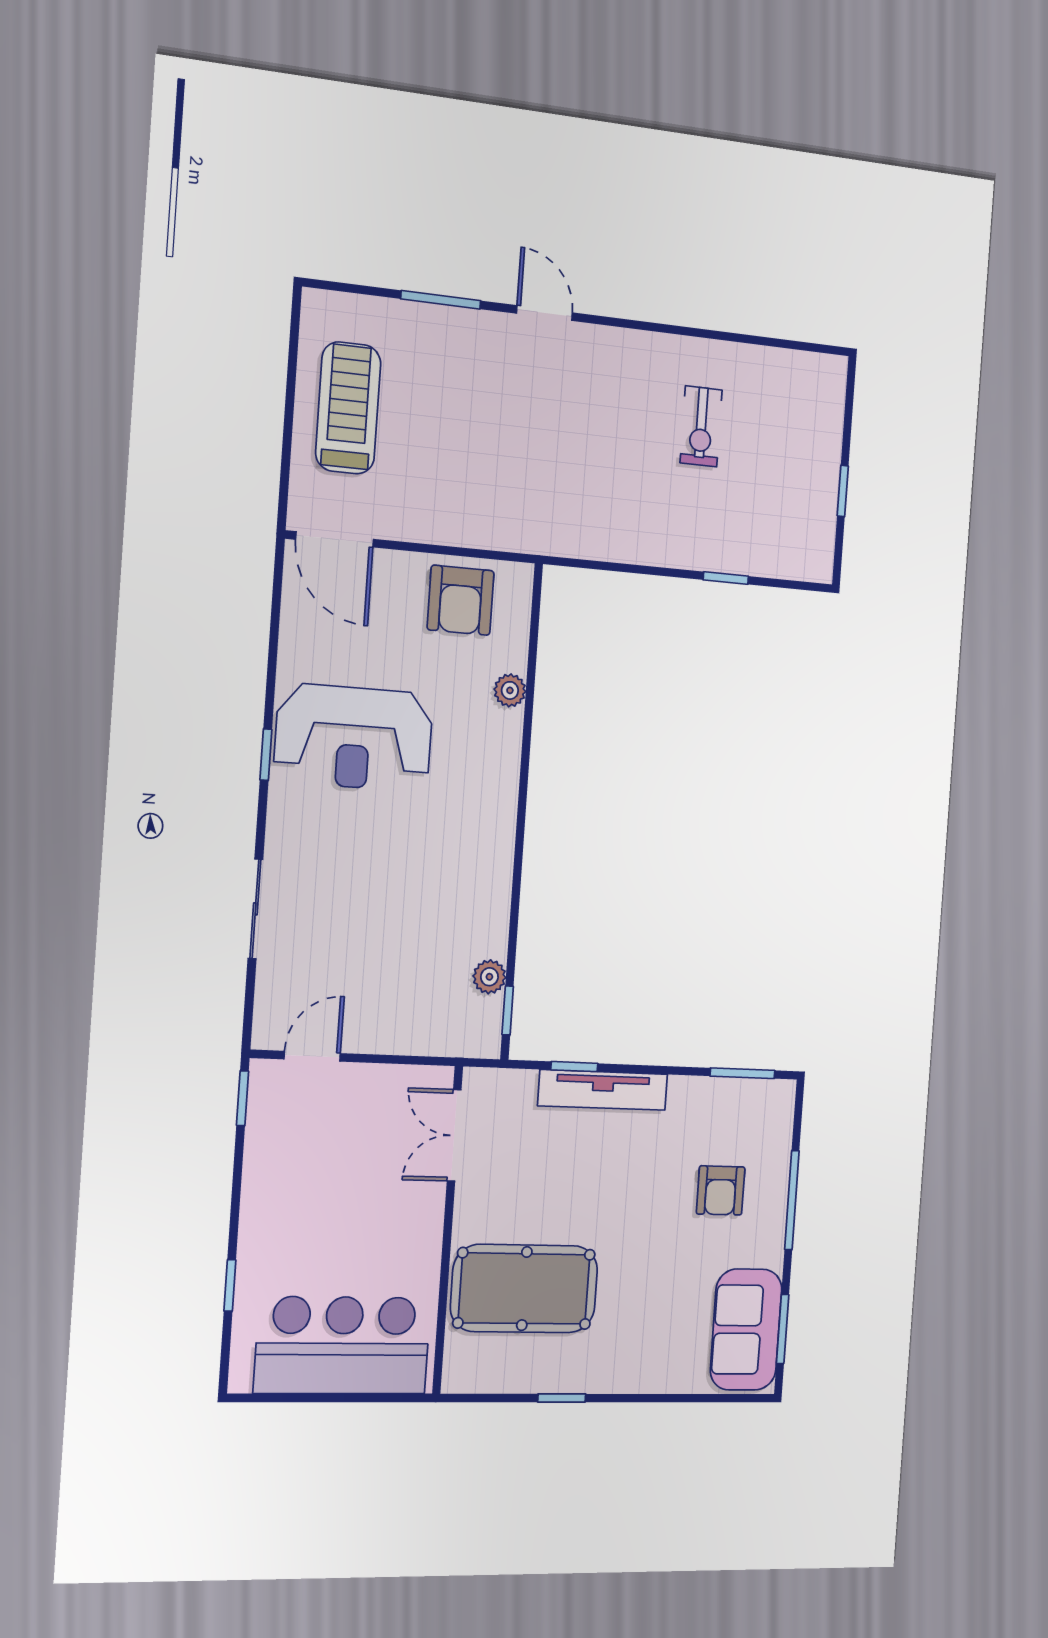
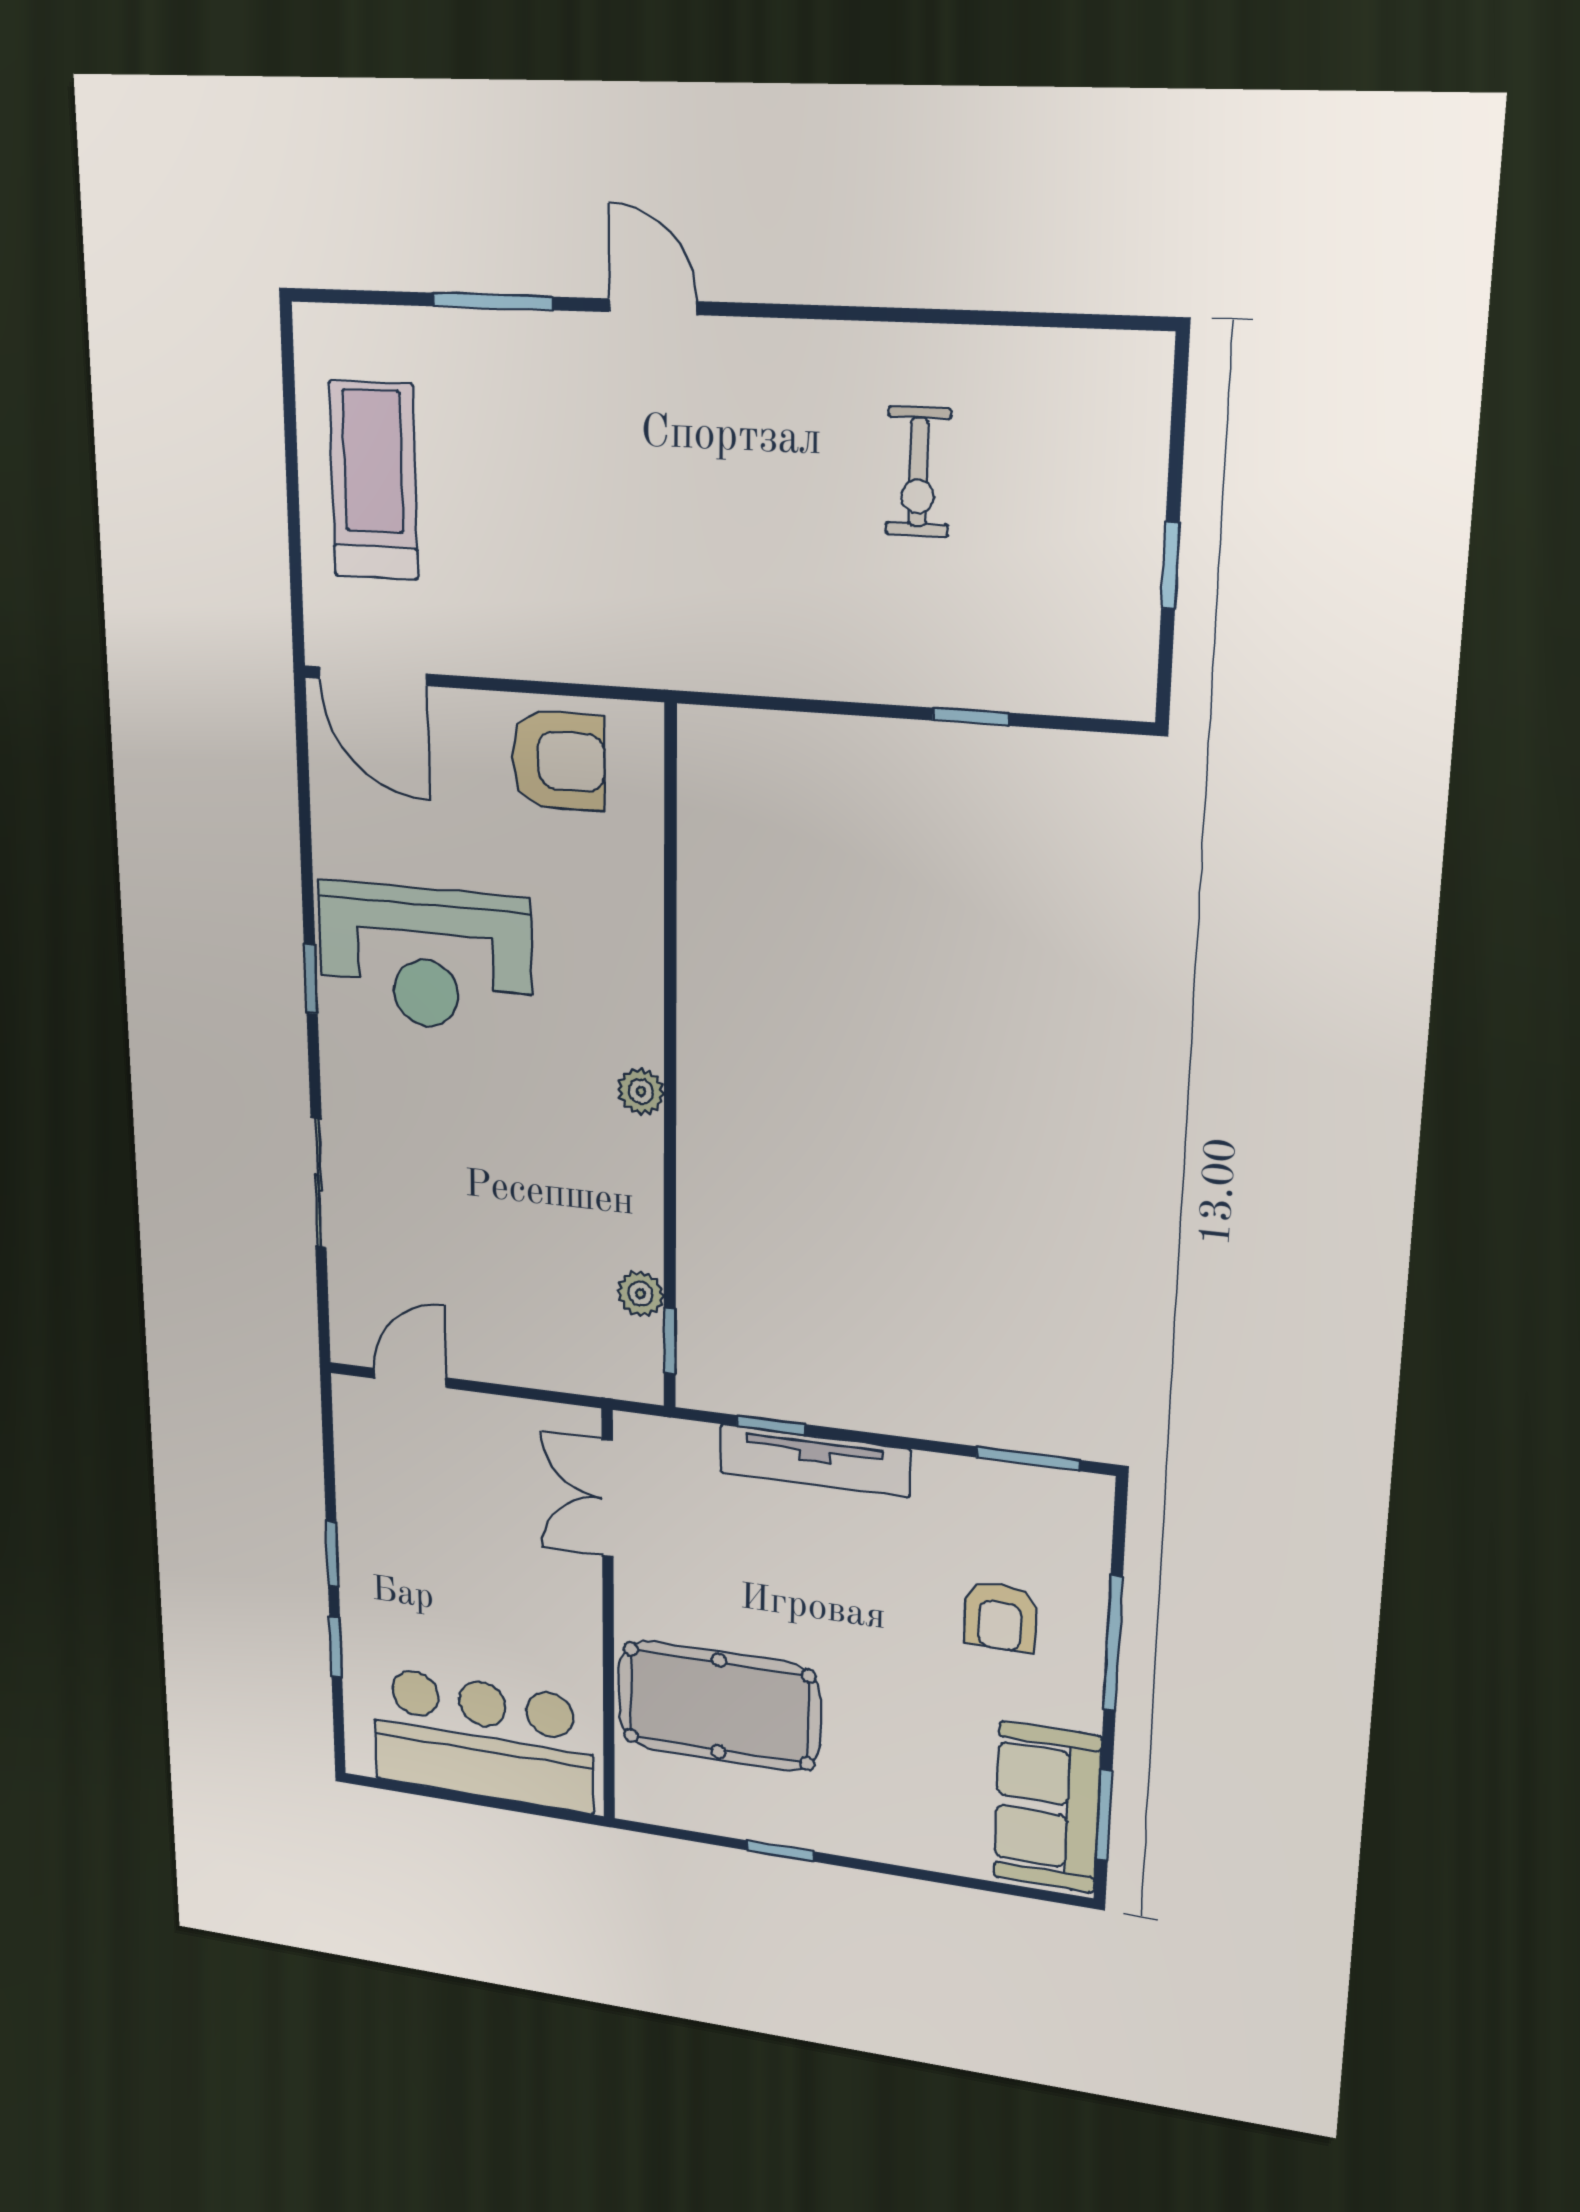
armchair: (461, 600) -> (558, 760), turned -90
plant: (510, 690) -> (641, 1092), moved
window: (243, 1098) -> (332, 1554), moved

